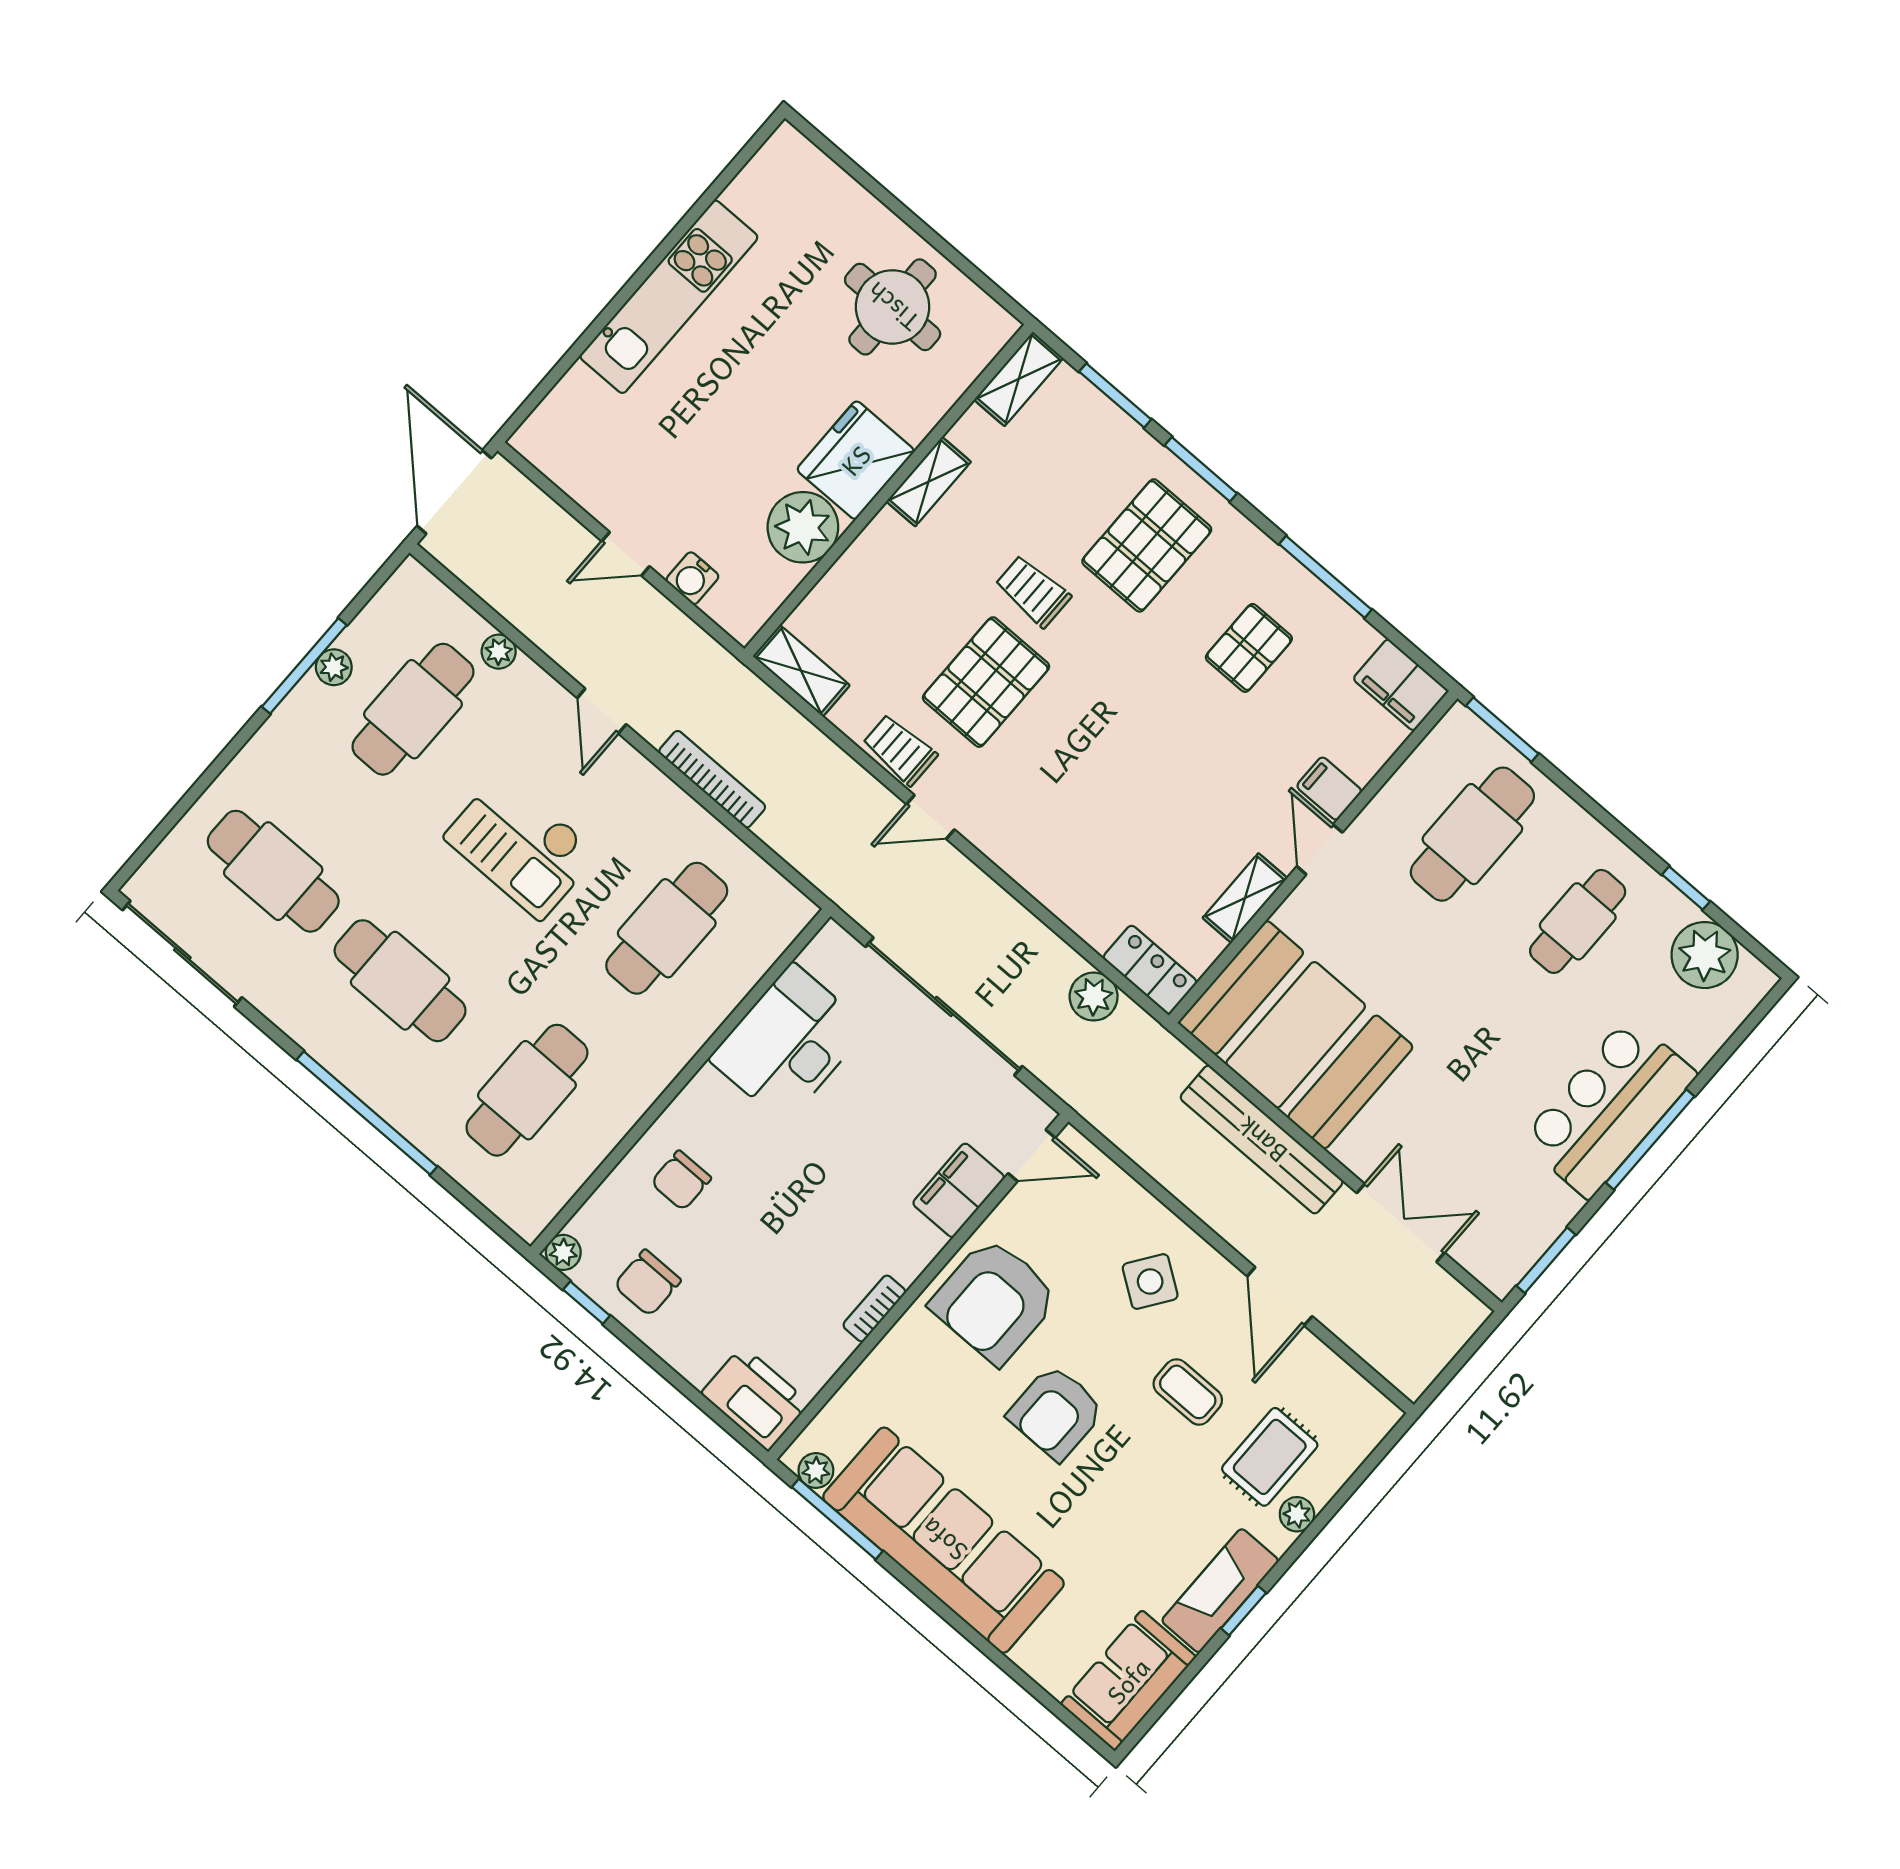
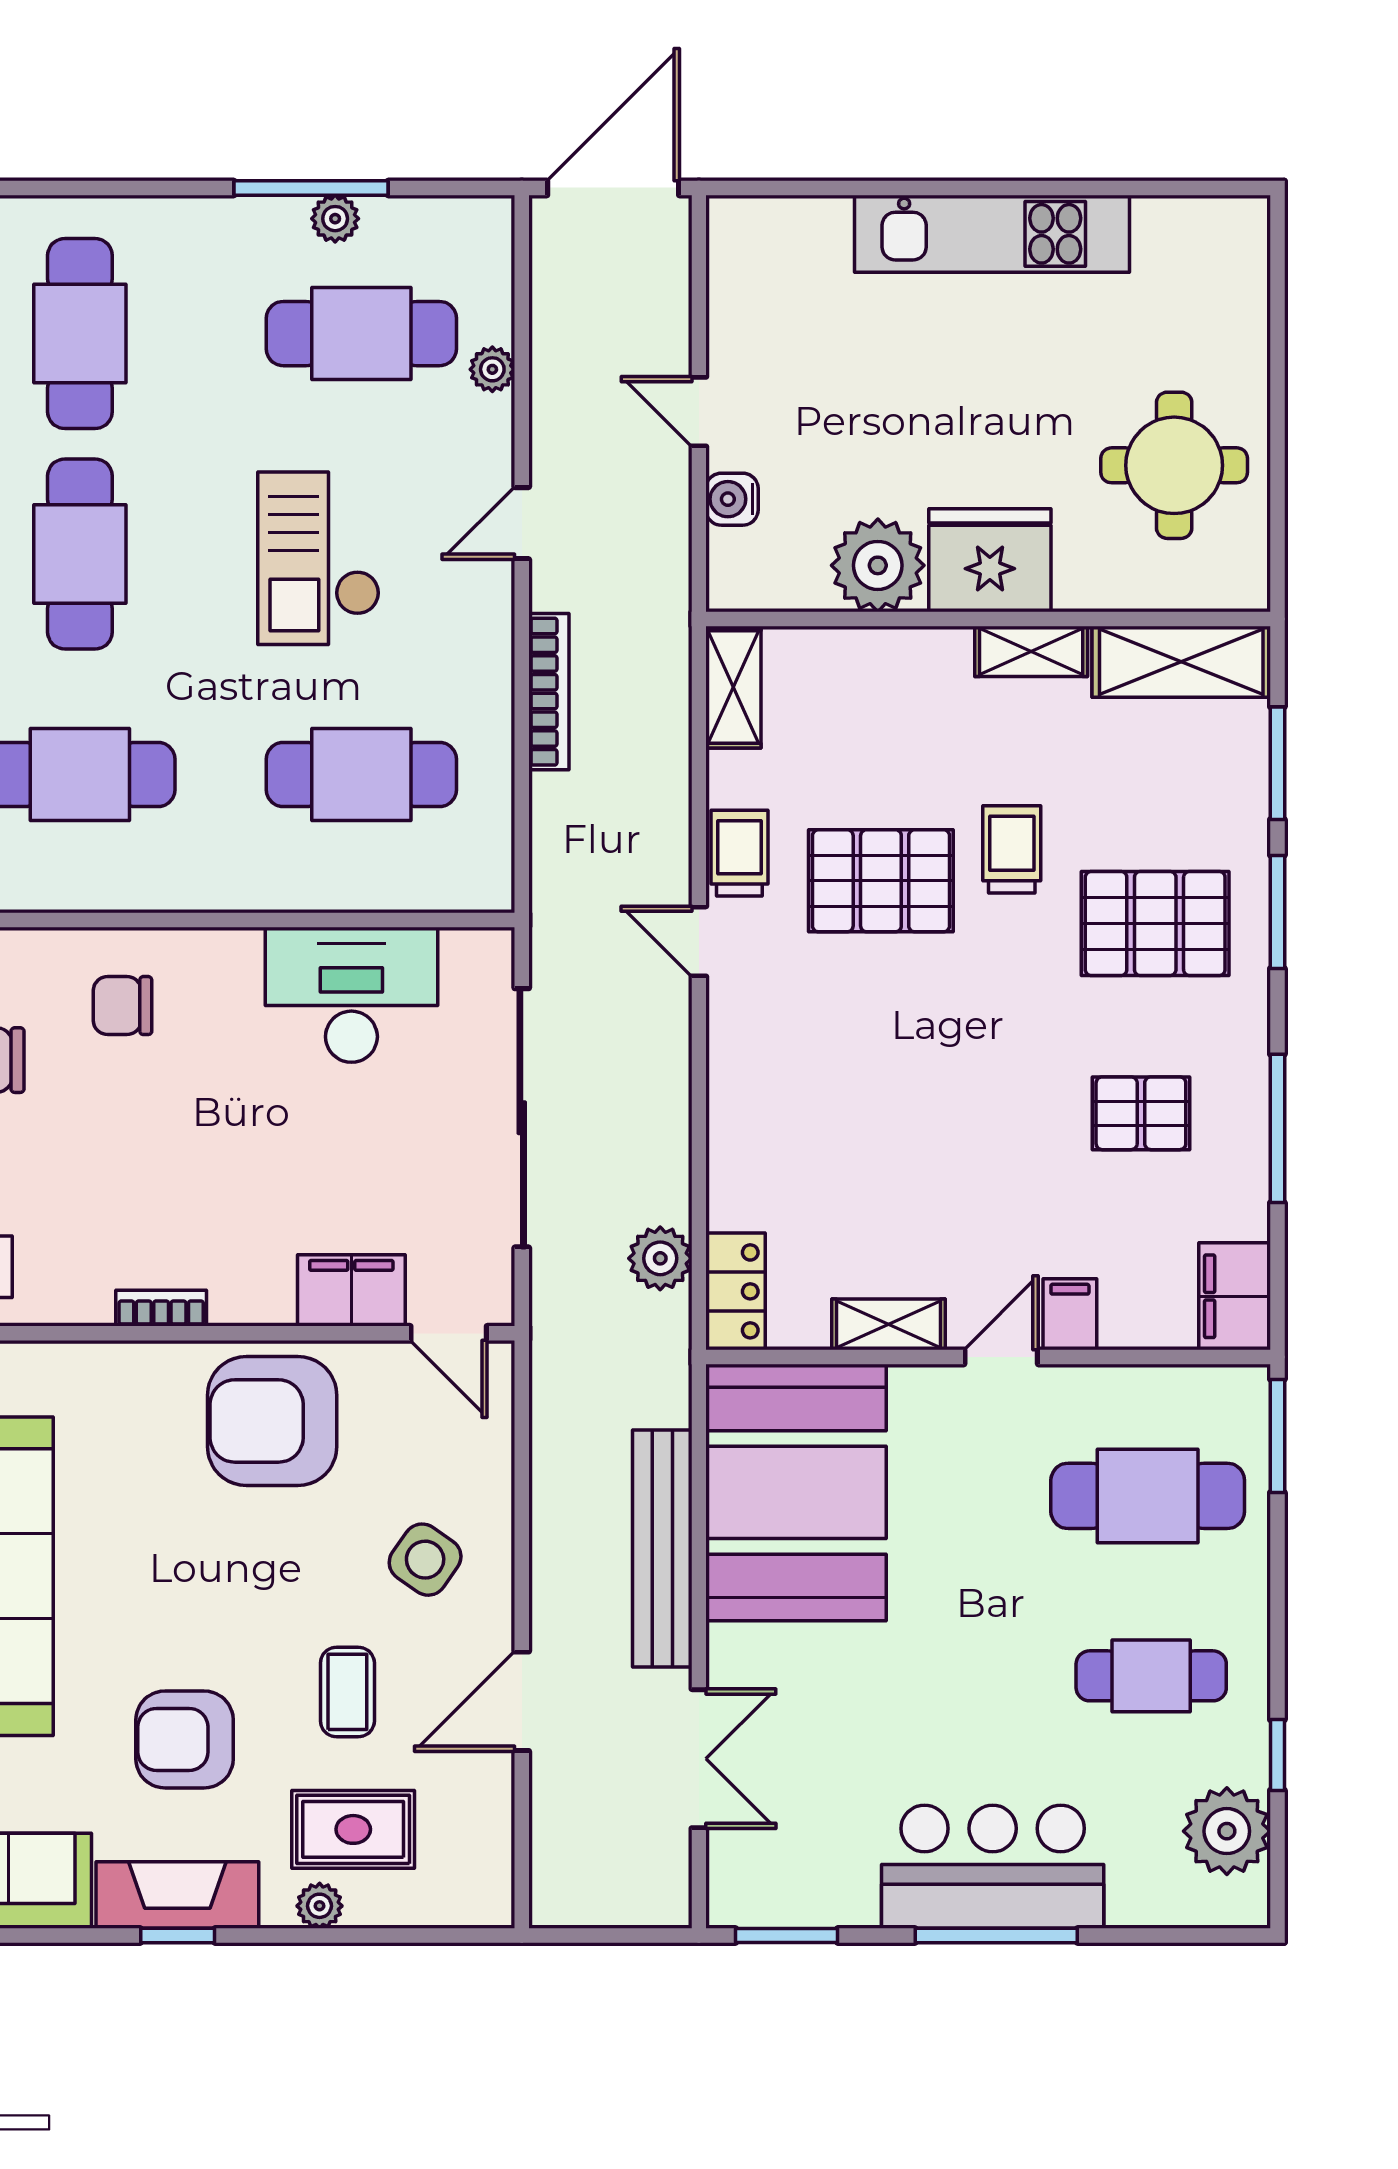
shelving: (1019, 379) -> (1181, 662), width x1.50, depth x1.33
armchair: (1056, 1413) -> (185, 1739), moved

